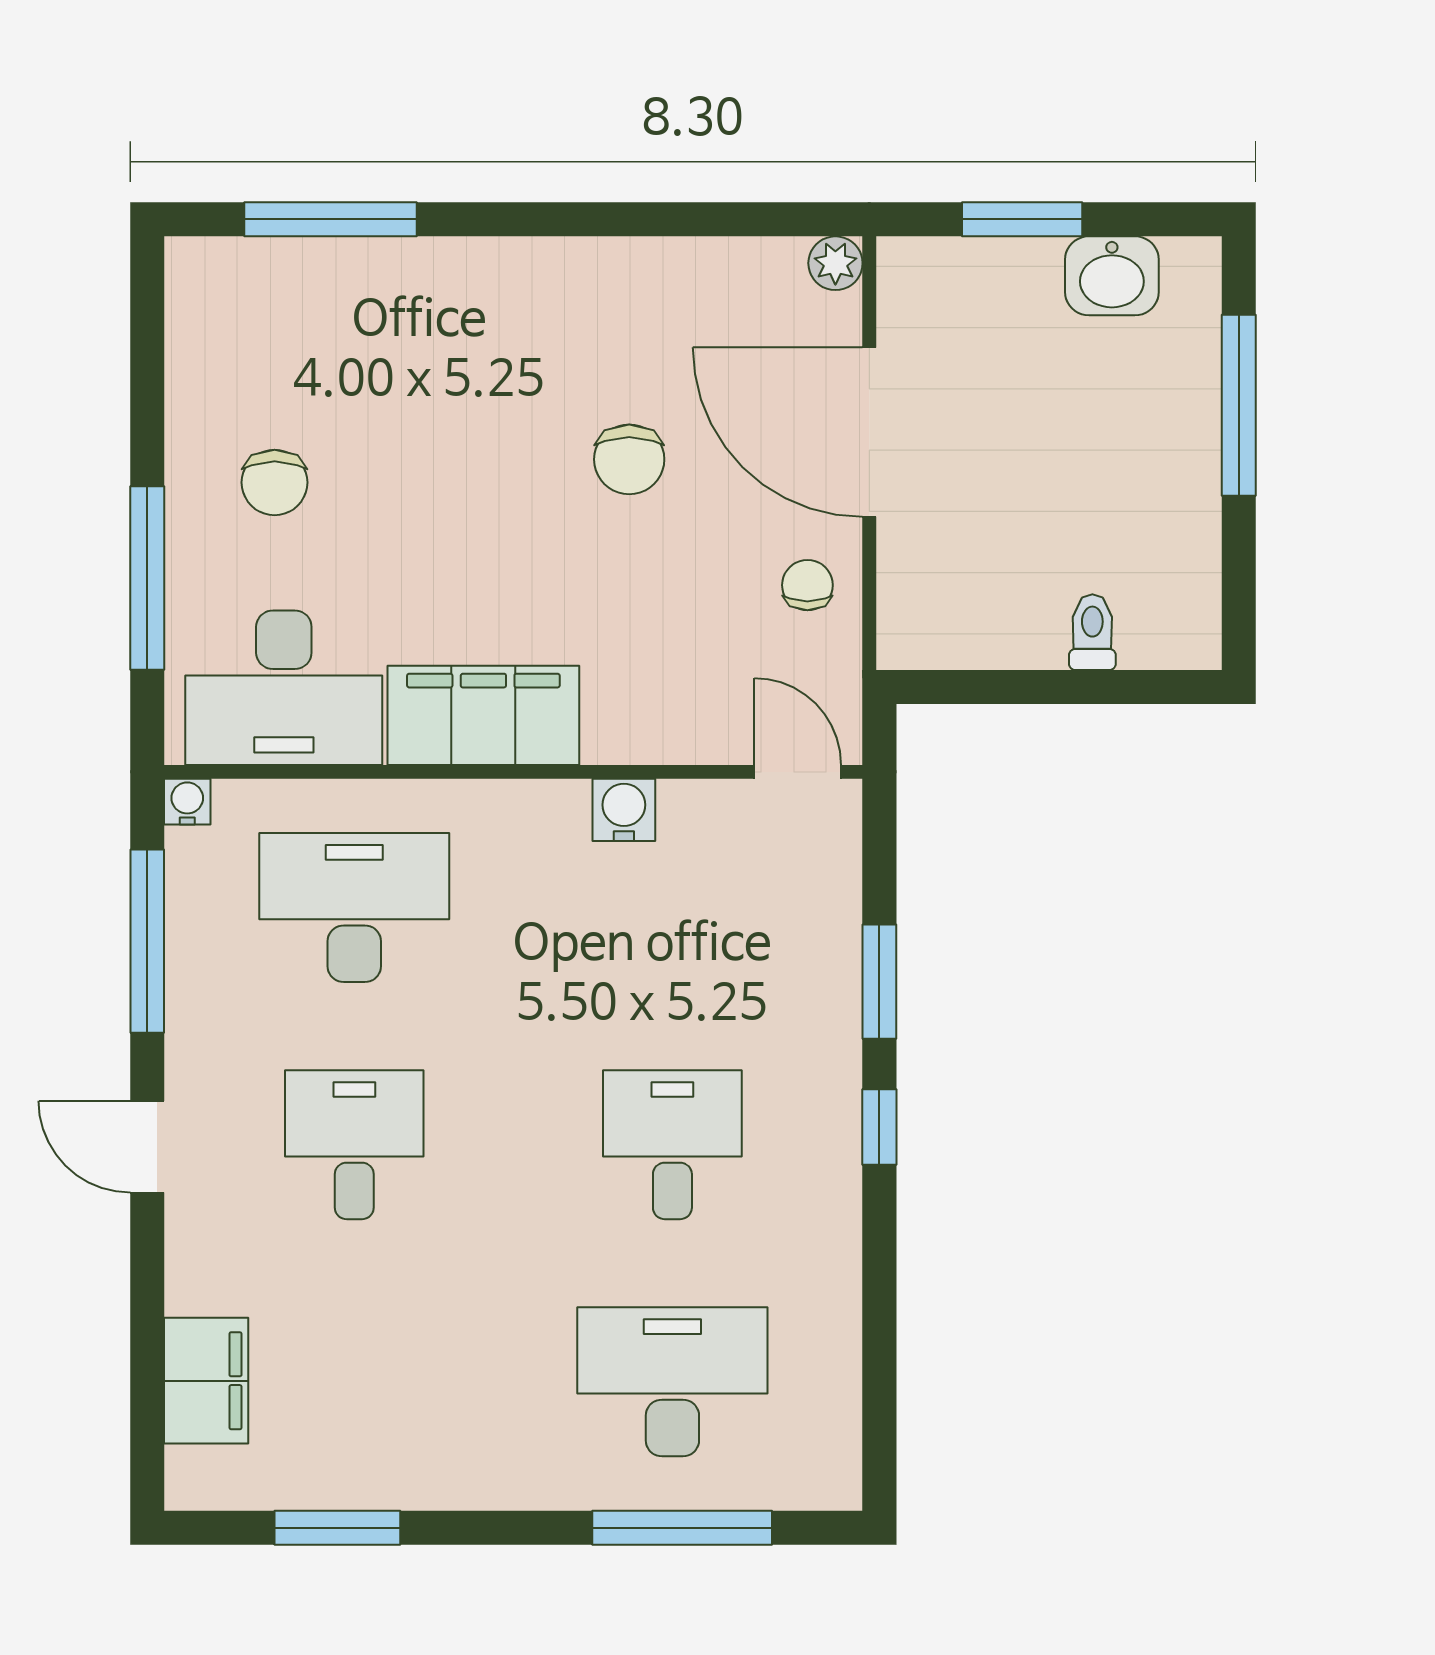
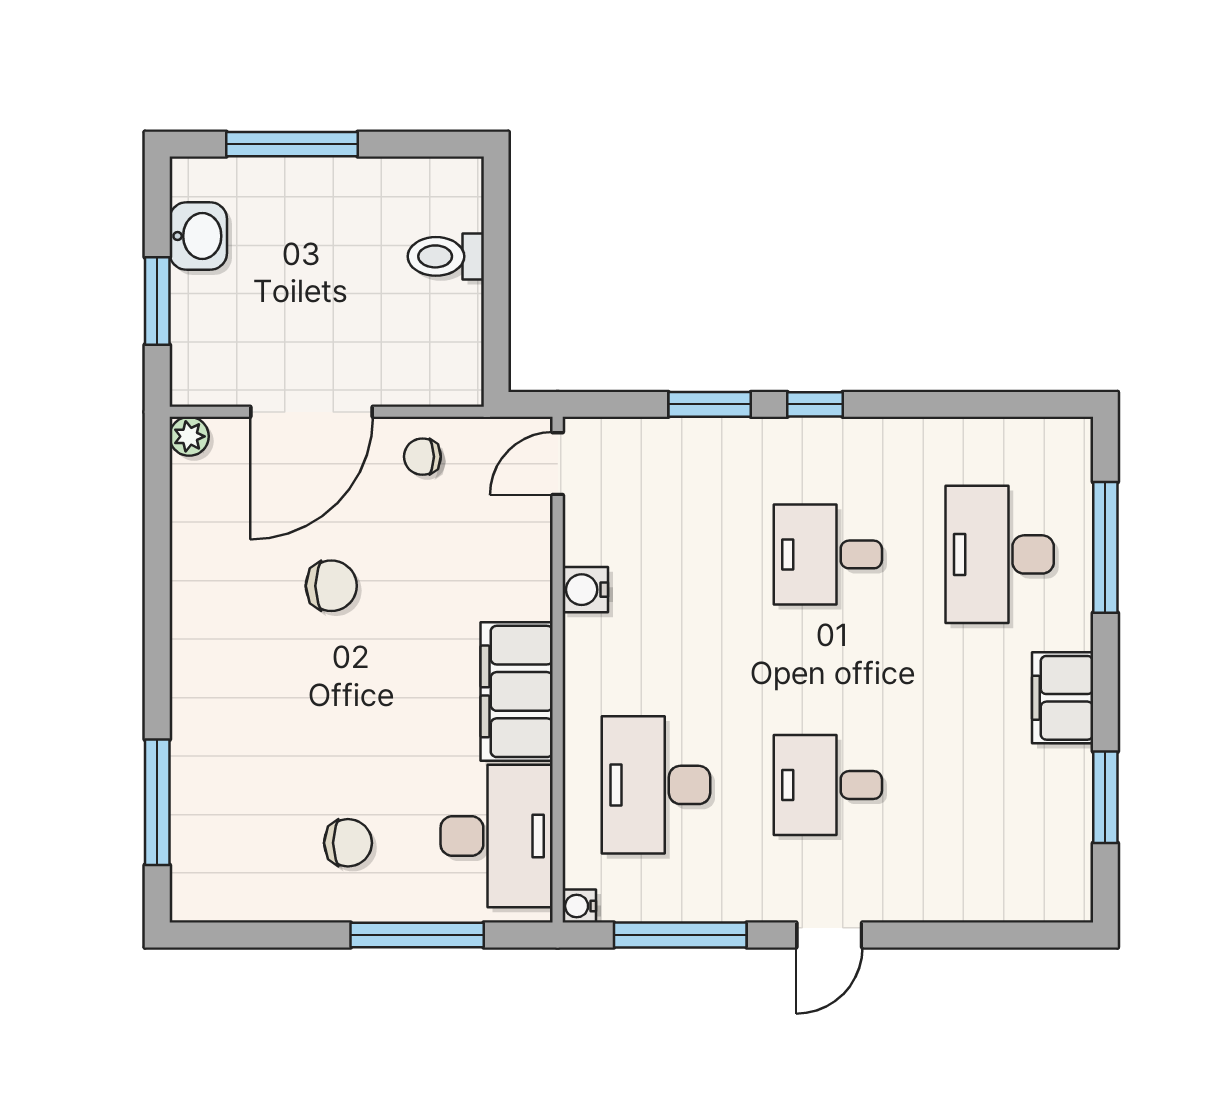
toilet: (1092, 632) -> (446, 256), width x1.37, depth x1.39
filing cabinet: (206, 1381) -> (1063, 698), moved, turned -90

